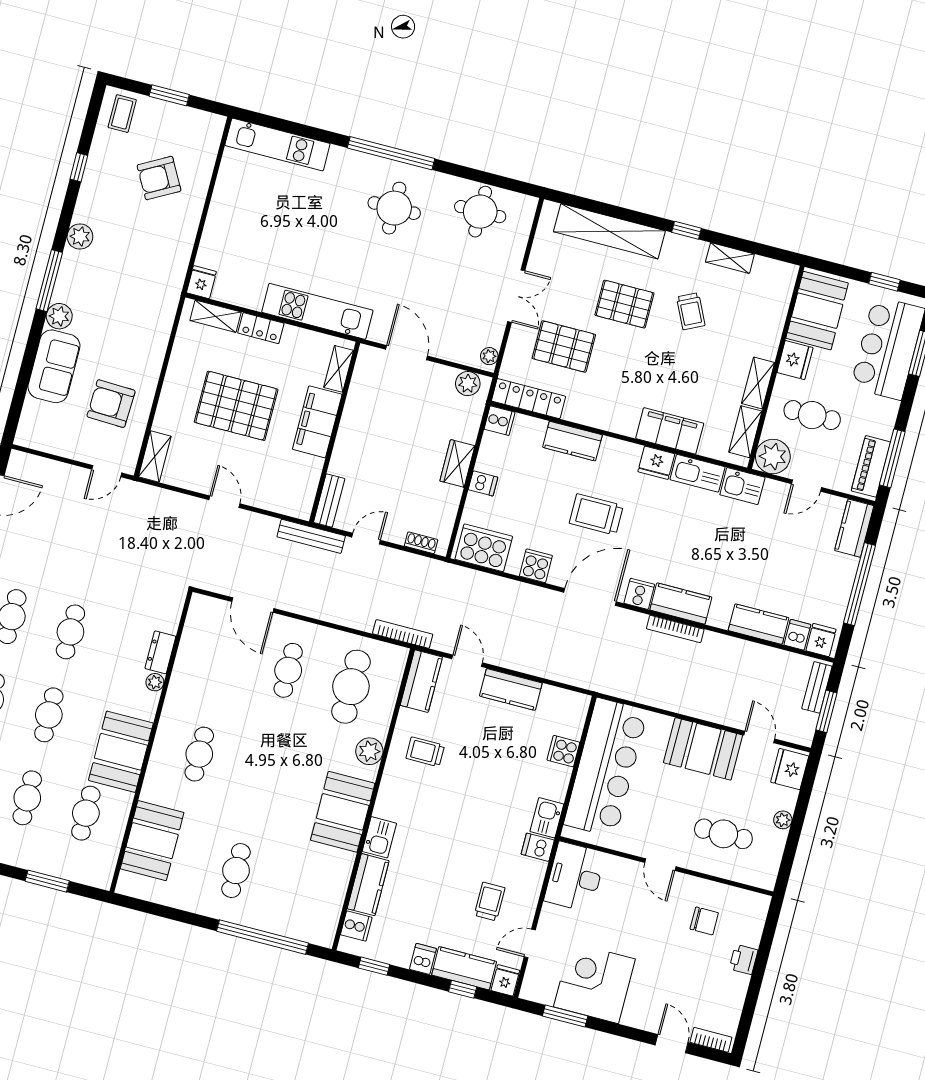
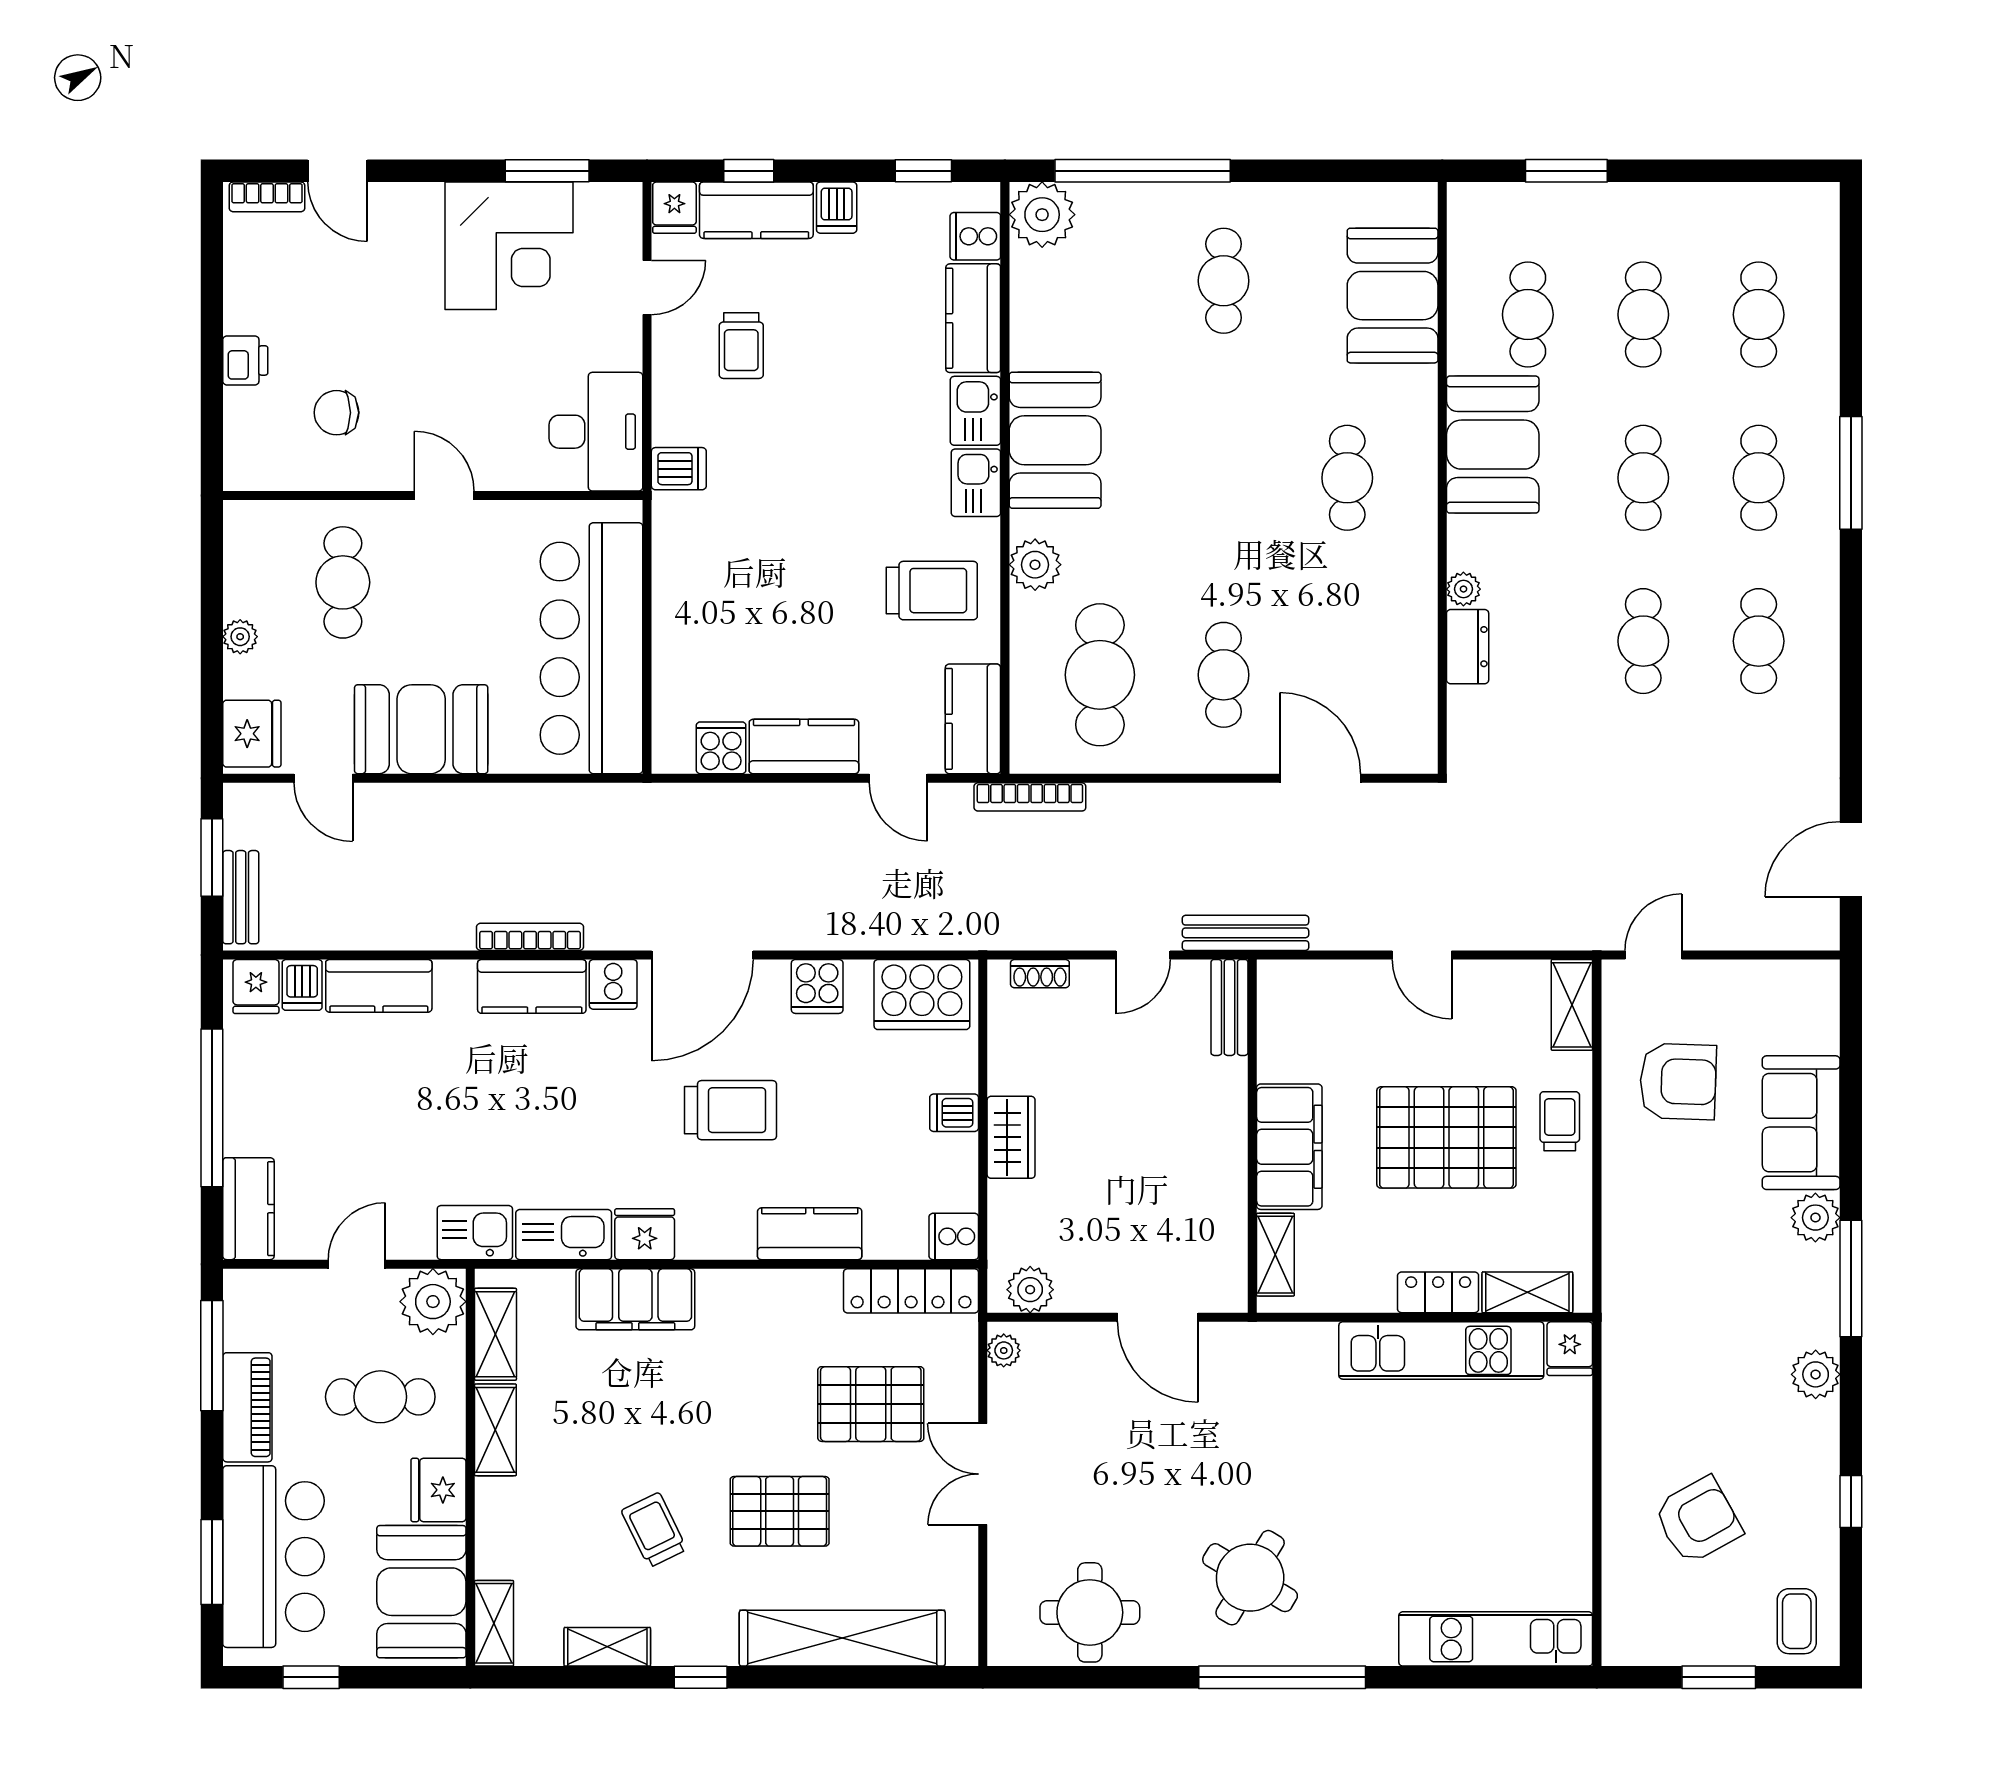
round table: (394, 208) -> (1250, 1578), turned 31
shelving: (784, 285) -> (494, 1623), added
kitchen unit: (317, 311) -> (1441, 1350), moved
trolley: (176, 399) -> (1560, 1121), added
piano: (871, 466) -> (247, 1407), moved
cooker: (563, 751) -> (721, 748), moved, turned -90
trolley: (425, 752) -> (932, 591), width x1.36, depth x1.39
kitchen sink: (547, 818) -> (976, 483), moved, turned 180
cafe table: (723, 834) -> (343, 582), turned 90
plant: (319, 928) -> (1042, 215), added

